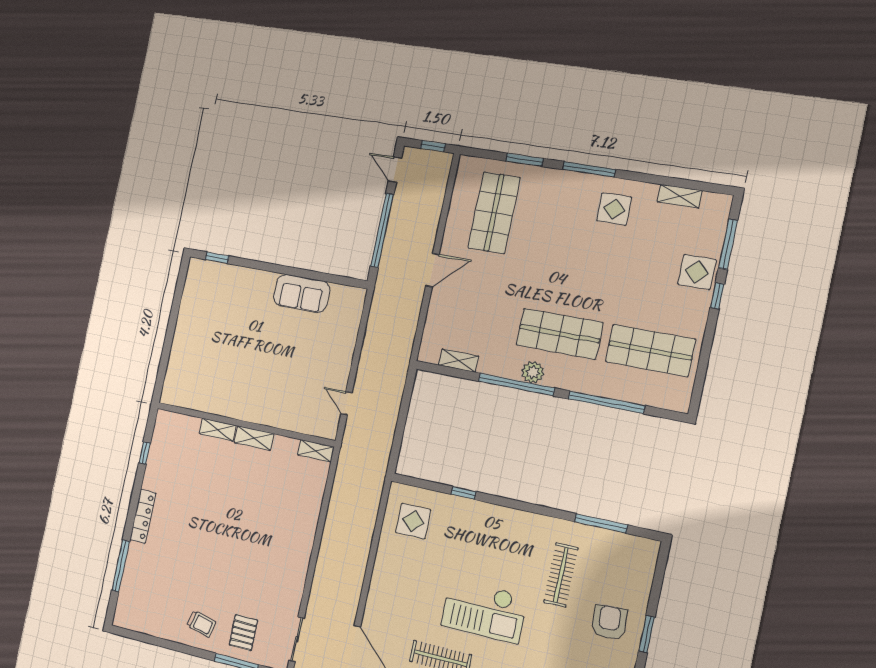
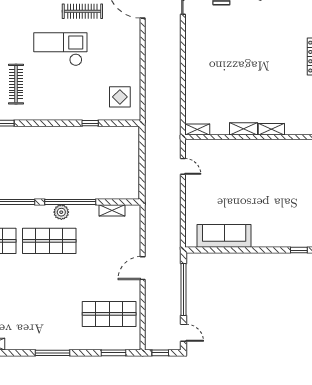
window: (524, 160) -> (114, 353), moved
display table: (614, 209) -> (31, 329), removed
shop shelf: (494, 213) -> (109, 314), turned 90
sofa: (302, 293) -> (224, 236), width x1.36

